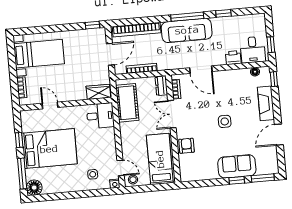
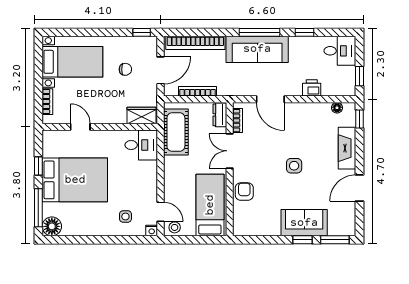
desk: (253, 50) -> (340, 51), moved, turned -90
chair: (82, 56) -> (125, 69), added

